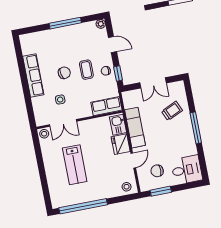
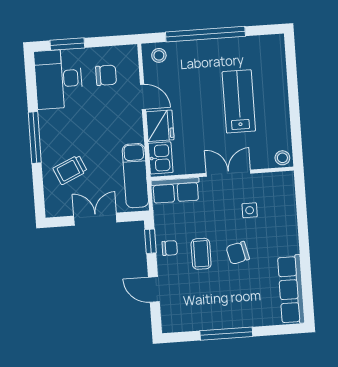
plant: (101, 24) -> (169, 325), removed
row of seats: (33, 76) -> (291, 289), moved
double door: (63, 123) -> (228, 173), moved
exam couch: (135, 128) -> (135, 176), moved
door: (133, 160) -> (143, 97), swing flipped
desk: (187, 170) -> (58, 79), width x1.37
window: (161, 191) -> (67, 44), moved
window: (83, 206) -> (205, 34), moved

